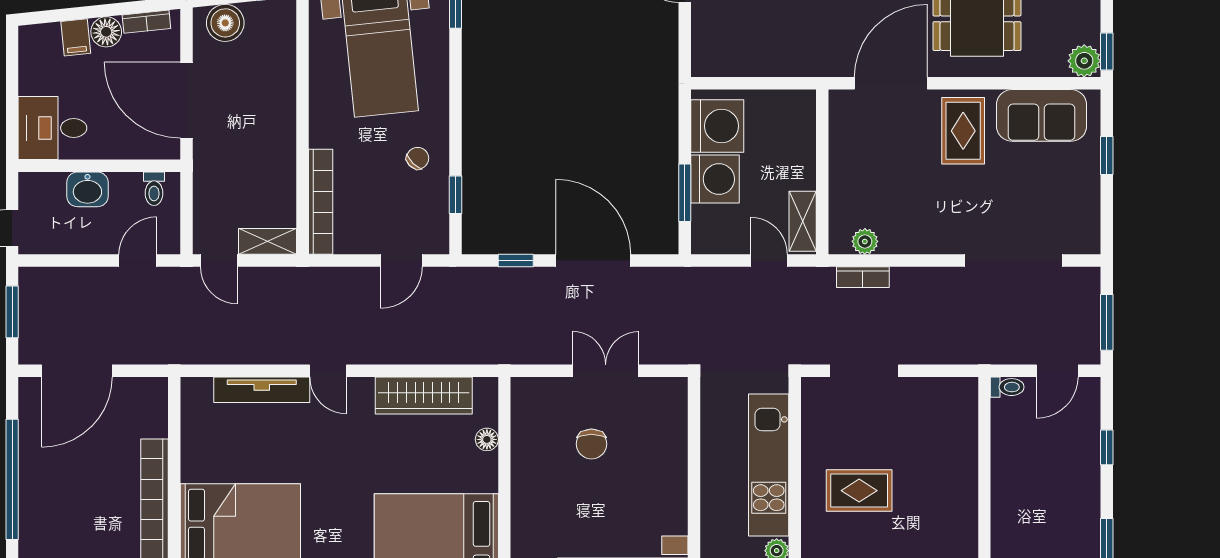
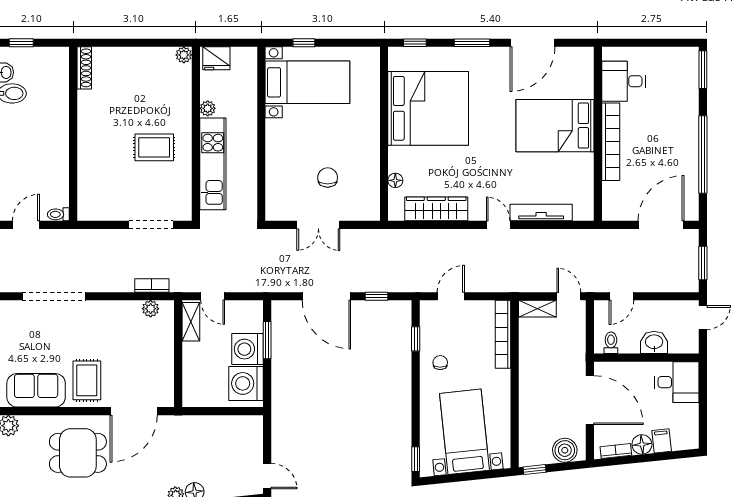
chair: (418, 158) -> (440, 363), turned 135

